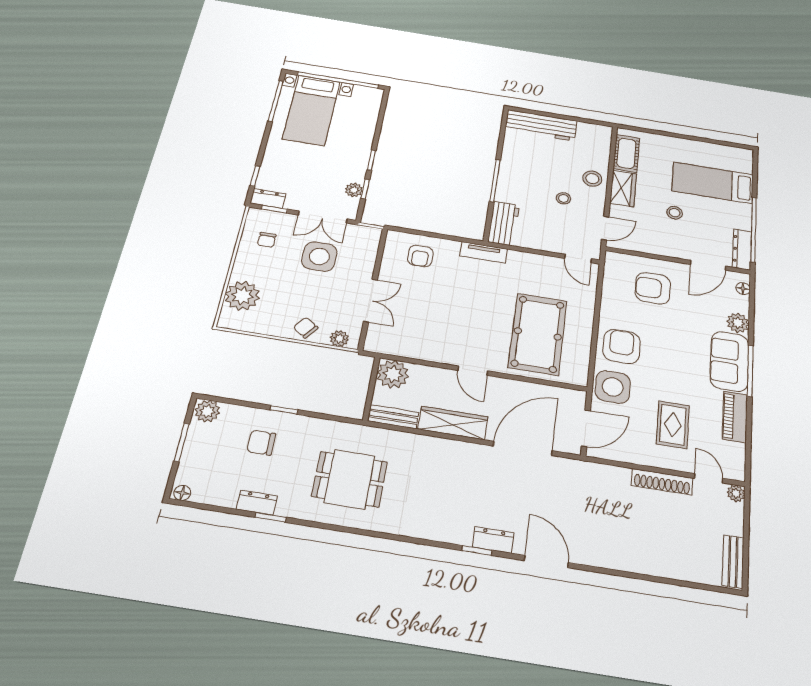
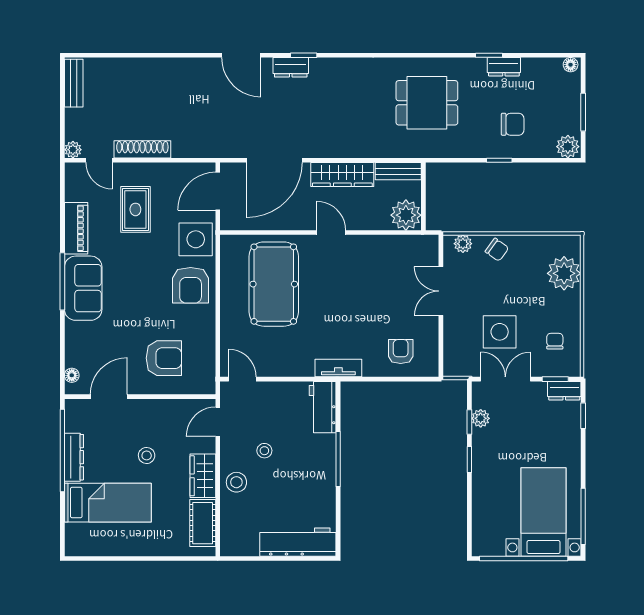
dresser: (742, 249) -> (74, 457), moved
plant: (738, 323) -> (76, 334), removed

